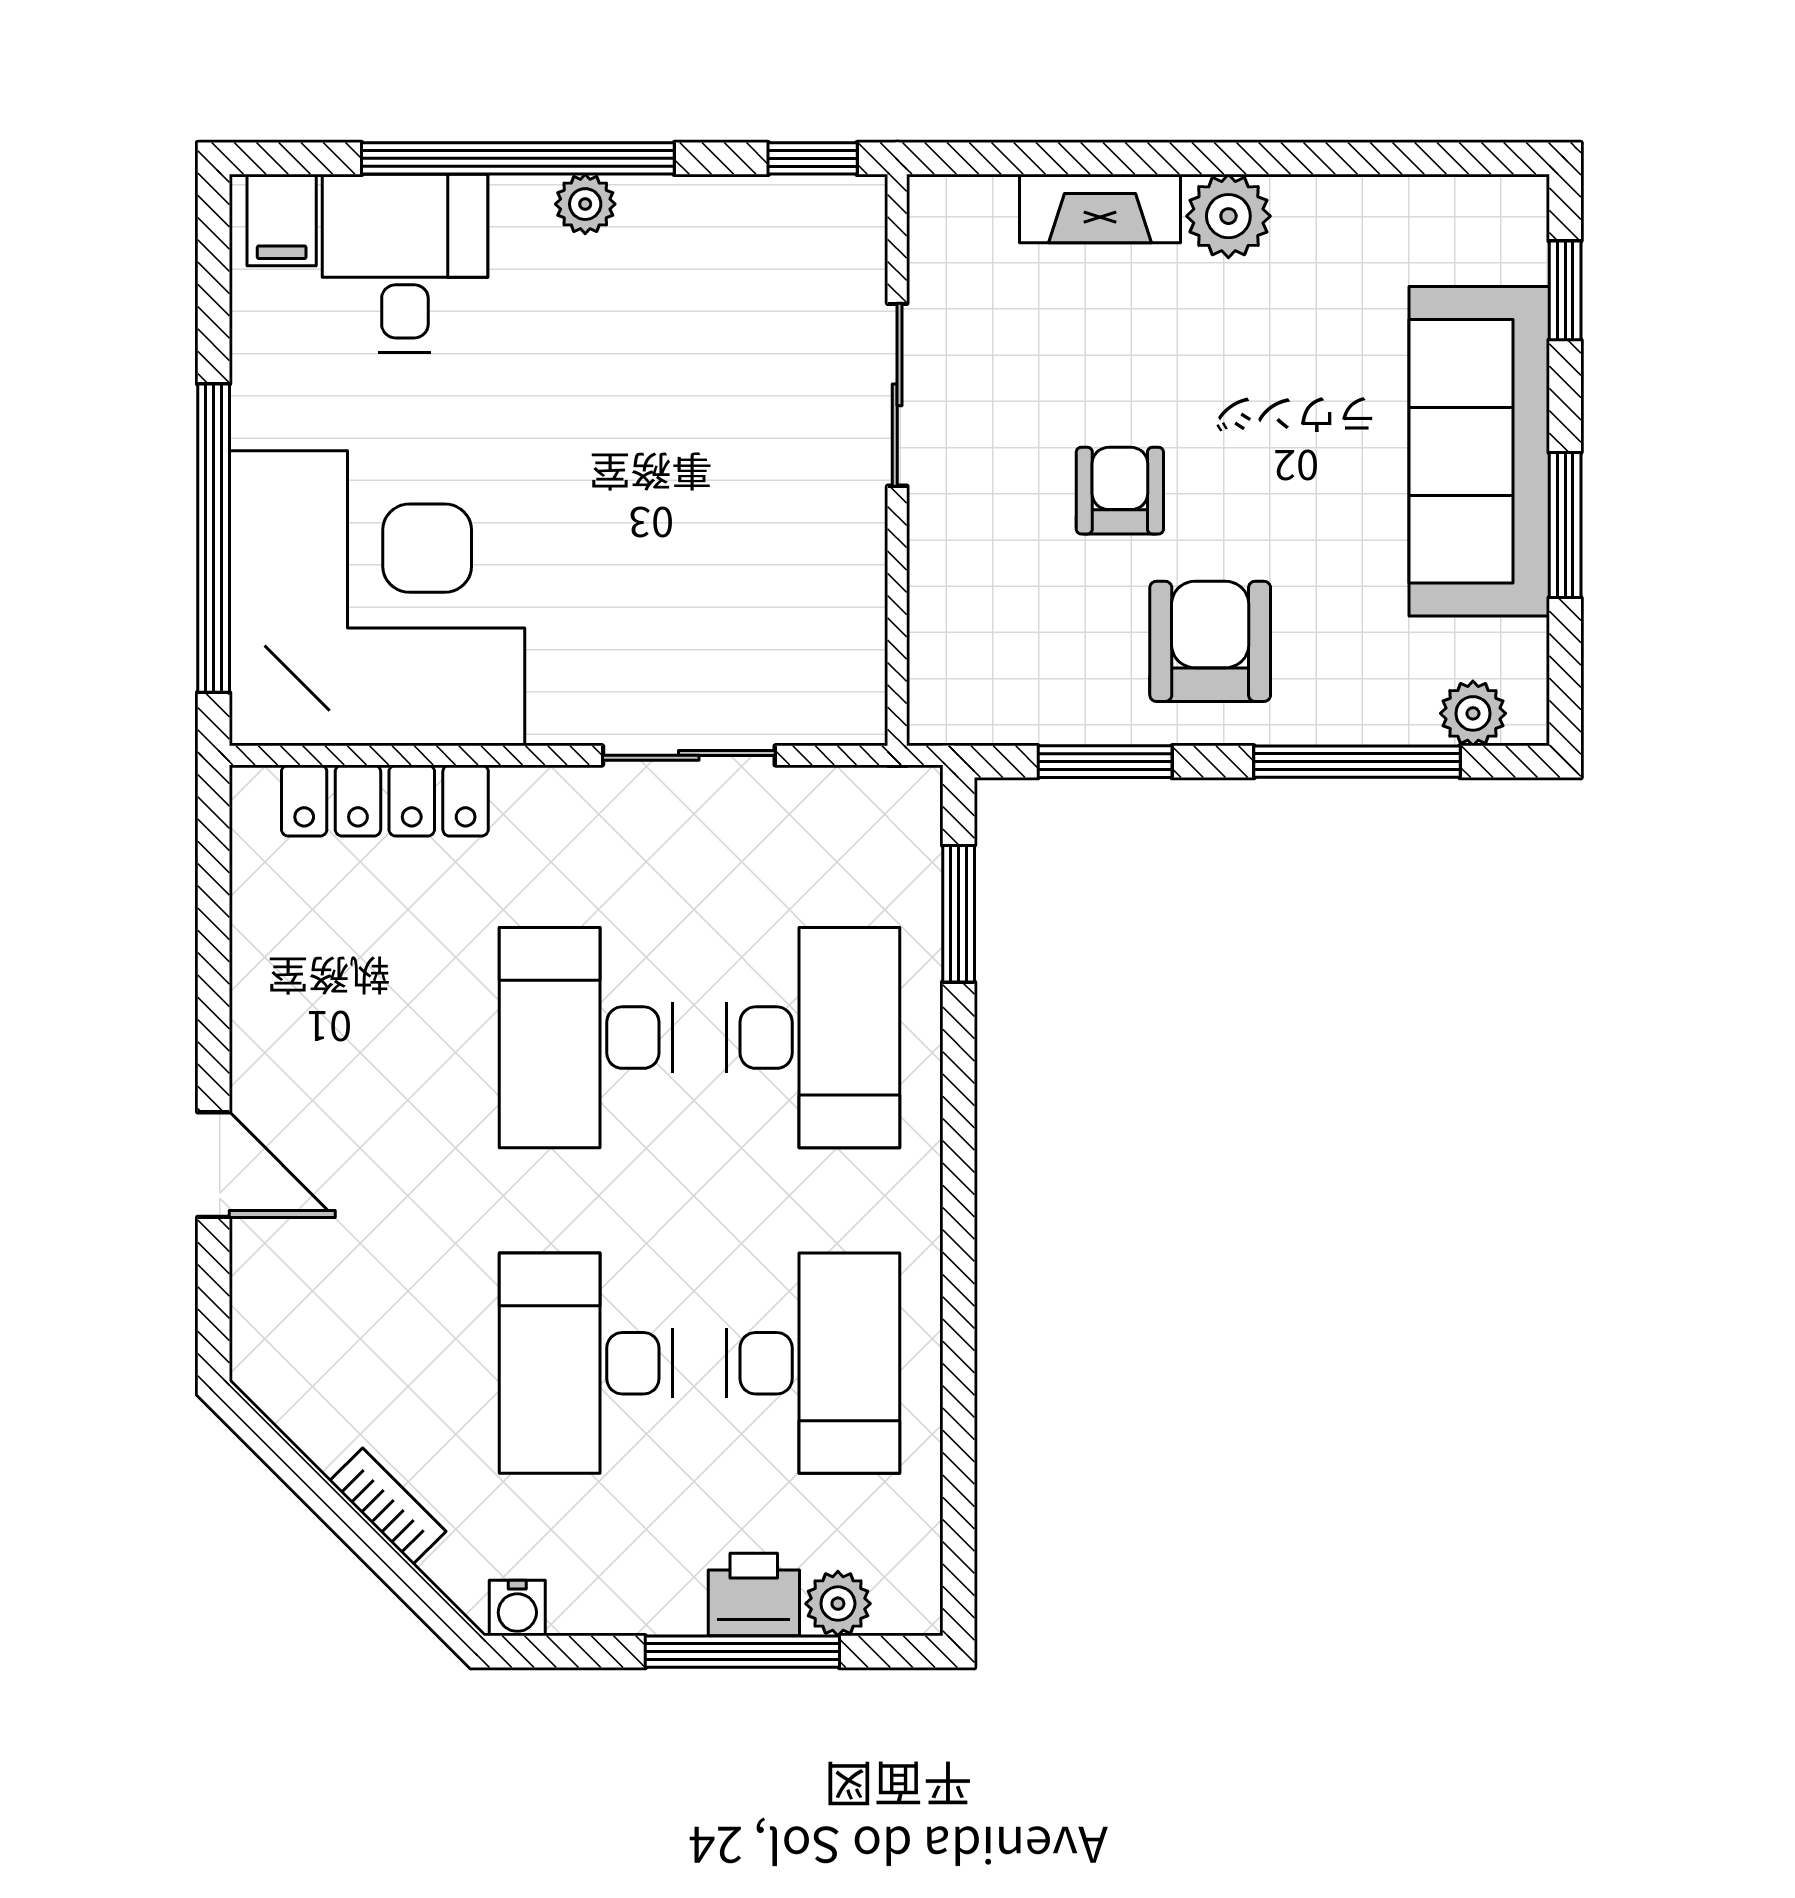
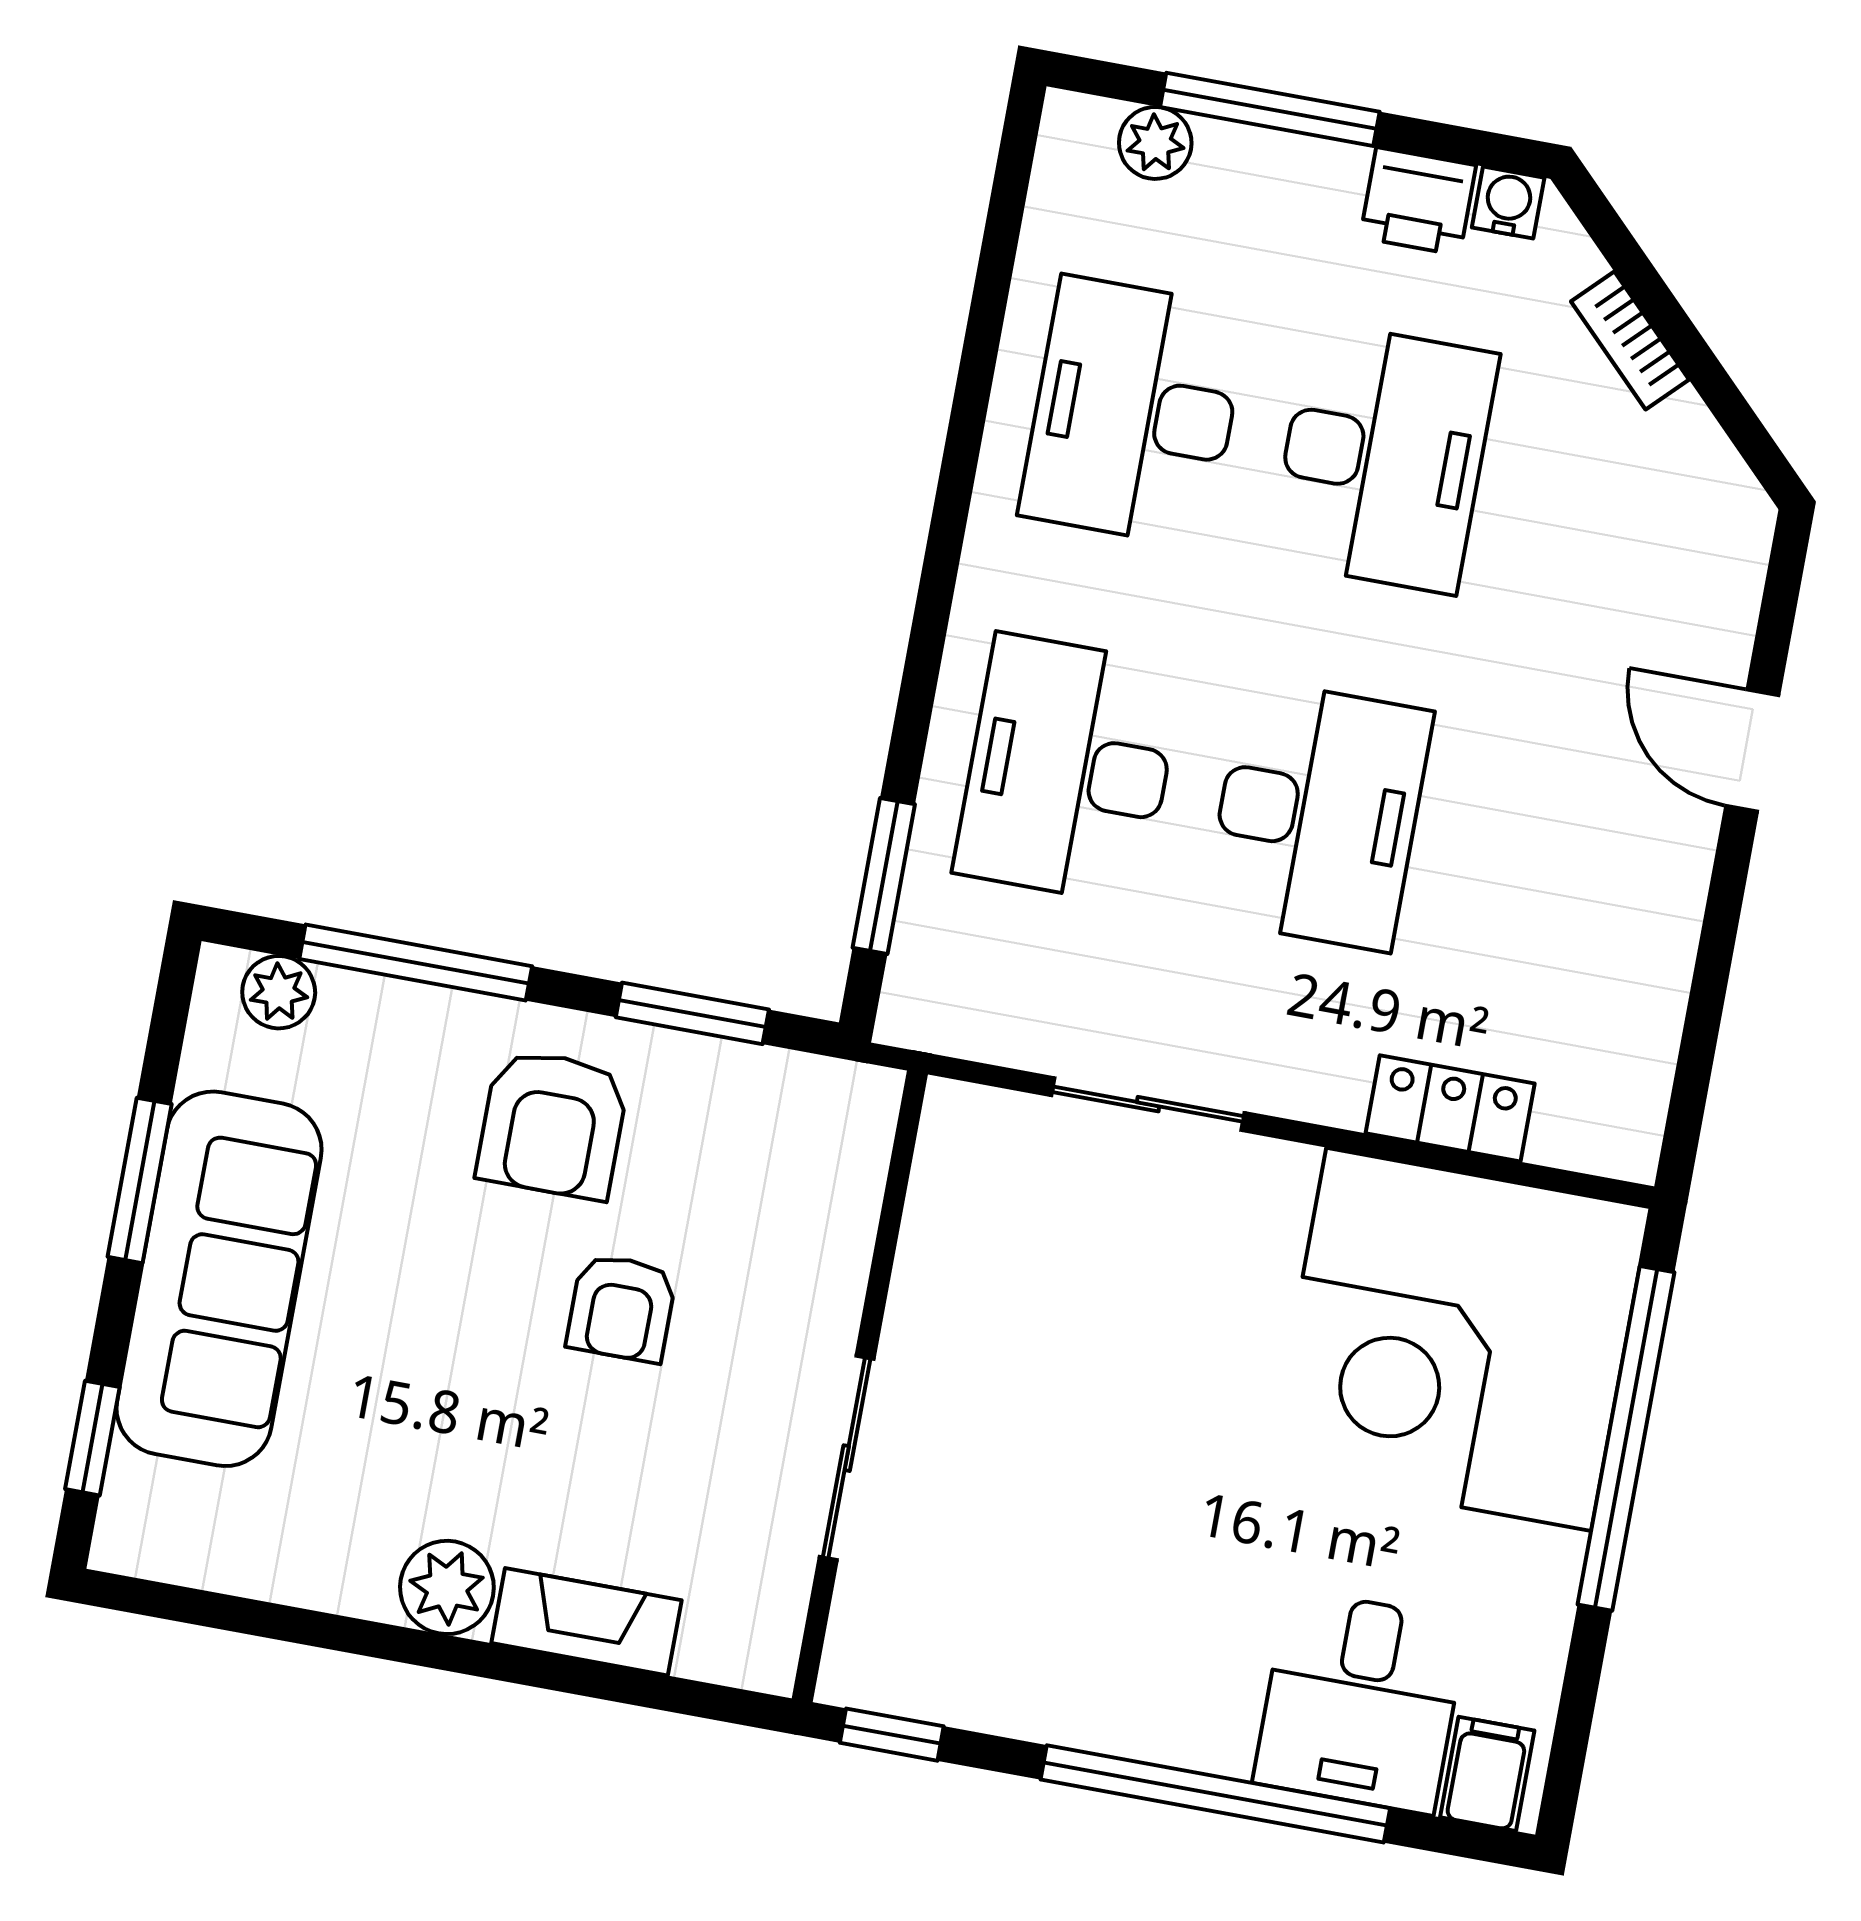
plant: (585, 204) -> (1151, 1730), removed
locker: (385, 800) -> (1450, 1108), width x0.66
printer: (754, 1595) -> (1418, 201), moved

